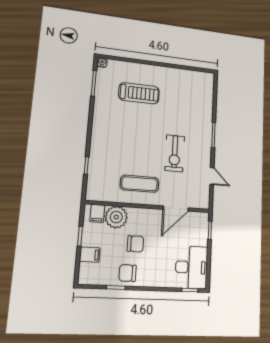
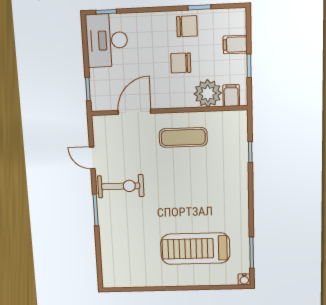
treadmill: (139, 93) -> (195, 249), width x1.37, depth x1.38
exercise bike: (175, 153) -> (121, 186), moved, turned 90

